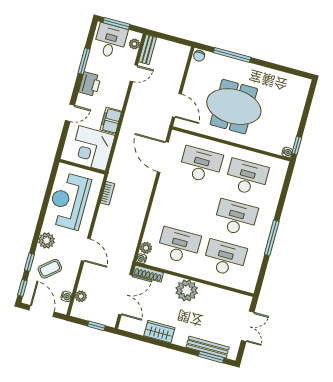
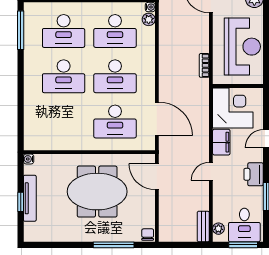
door: (134, 73) -> (211, 171), moved
tv unit: (296, 117) -> (30, 198), added
window: (297, 145) -> (21, 202), moved
desk: (247, 177) -> (115, 76), moved
window: (272, 238) -> (21, 30), moved

